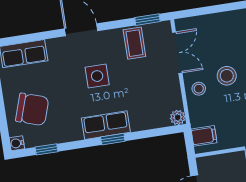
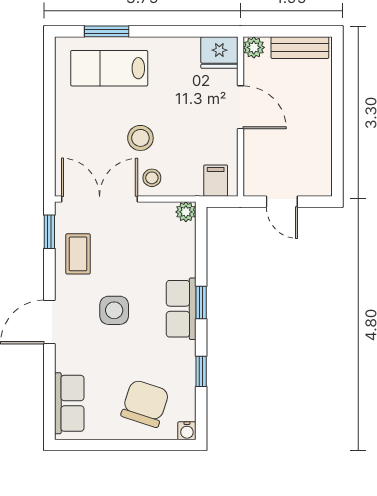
coffee table: (134, 43) -> (78, 254), turned 90
double door: (177, 53) -> (100, 199), width x1.37
window: (46, 149) -> (201, 371), moved

